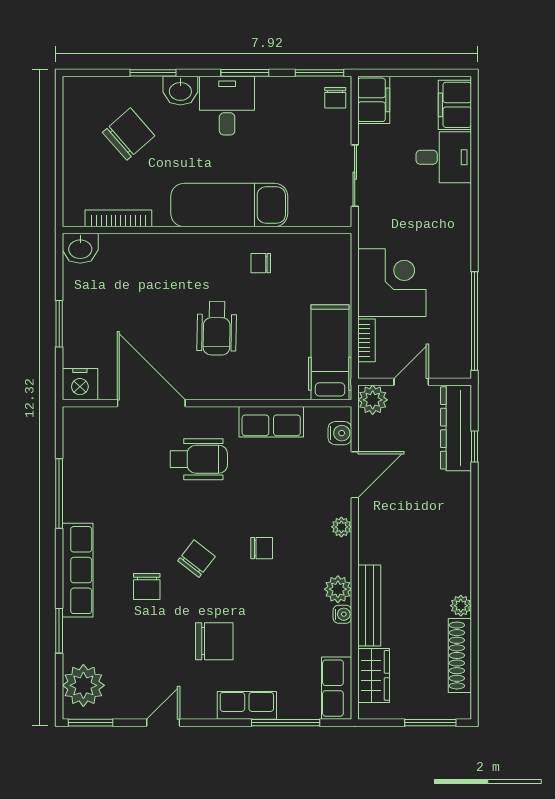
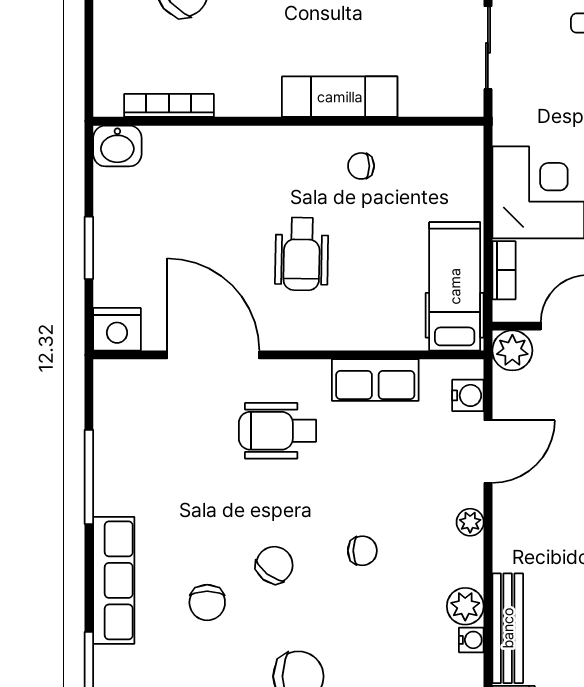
exam couch: (229, 205) -> (340, 97), width x0.73, depth x0.69
wheelchair: (199, 459) -> (277, 431), turned 180

